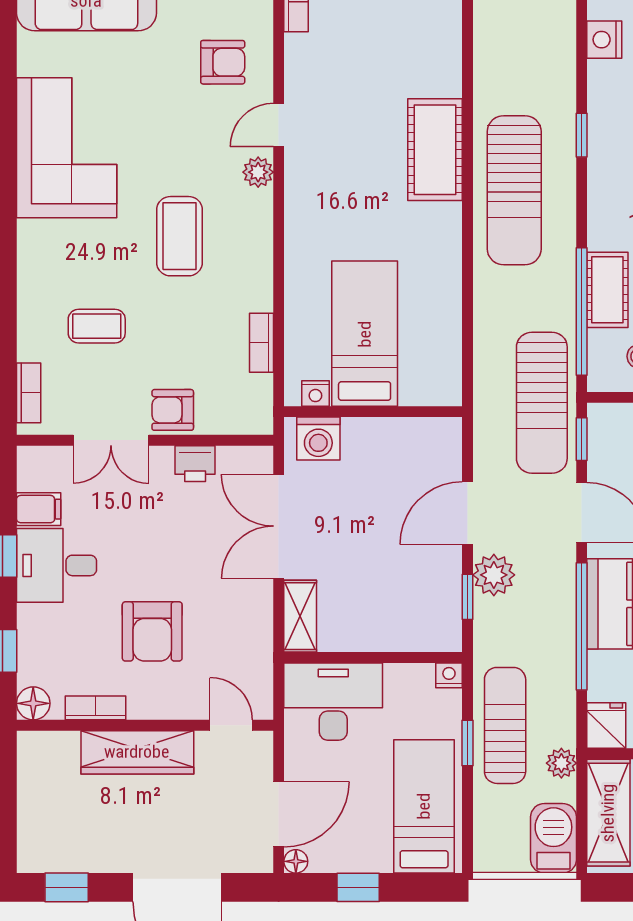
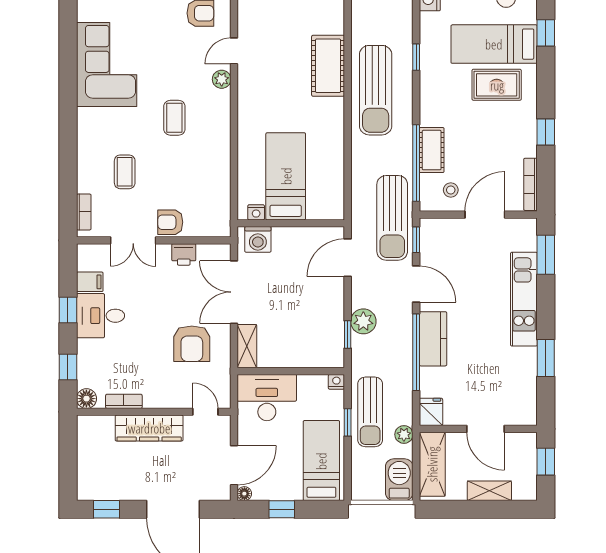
coffee table: (179, 236) -> (174, 118), width x0.73, depth x0.77
coffee table: (97, 326) -> (125, 172), turned 90
bookcase: (261, 343) -> (224, 182), removed
door: (468, 513) -> (348, 258), moved
armchair: (152, 631) -> (192, 344), moved
sun lounger: (505, 725) -> (370, 412), turned 180

